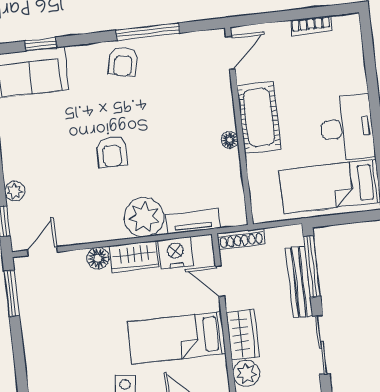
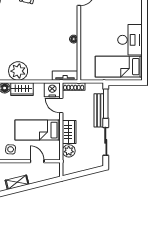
cot: (259, 117) -> (89, 30), removed
armchair: (112, 152) -> (17, 38), removed
plant: (144, 217) -> (18, 71), moved
tv unit: (193, 221) -> (65, 76), moved
nightstand: (176, 253) -> (52, 90), moved

